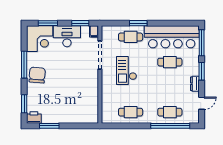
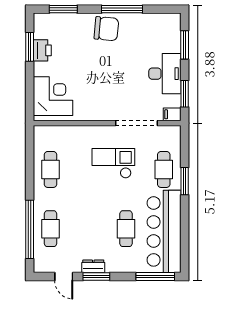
corner desk: (40, 39) -> (53, 96), moved, turned 180
window: (202, 71) -> (96, 277), moved
printer: (34, 118) -> (42, 50), moved

